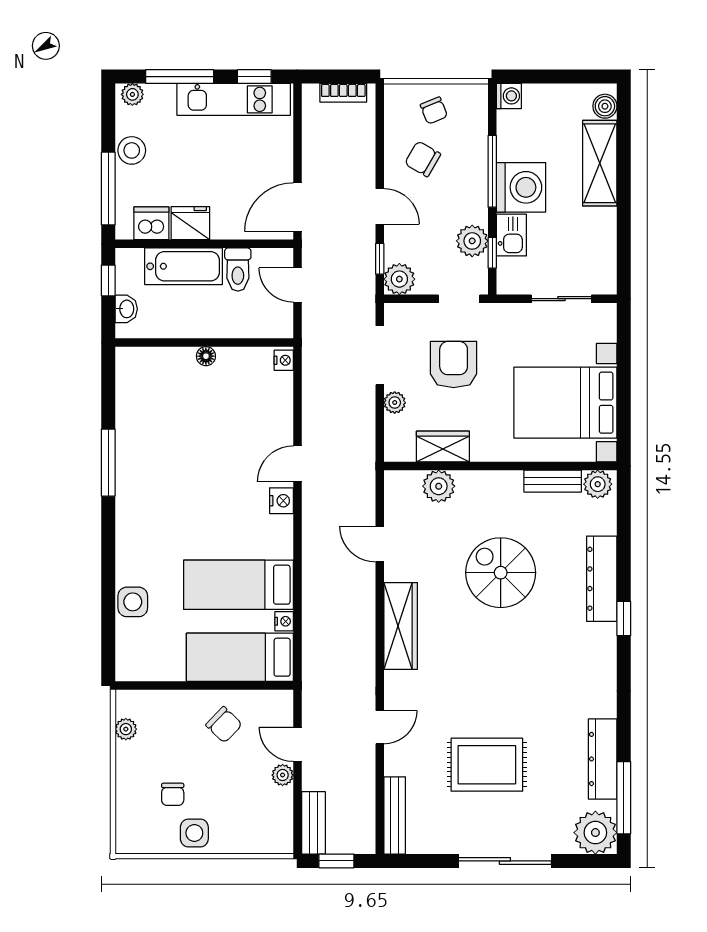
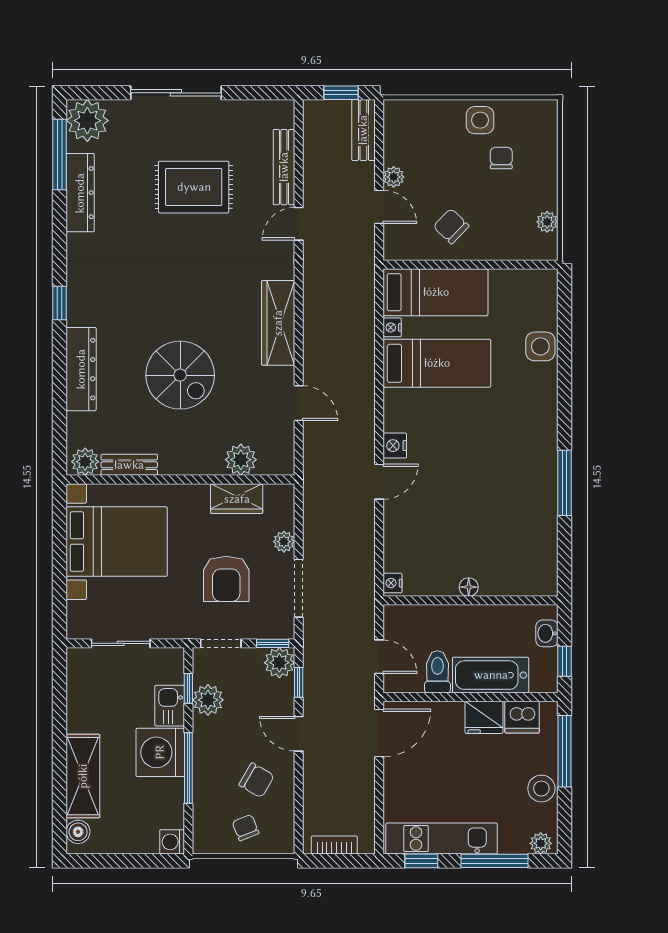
window: (406, 299) -> (273, 643), added
window: (624, 619) -> (60, 303), moved
bench: (395, 815) -> (284, 167), moved

